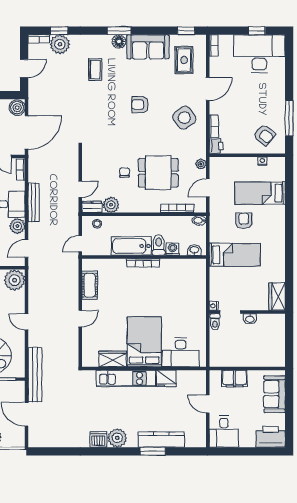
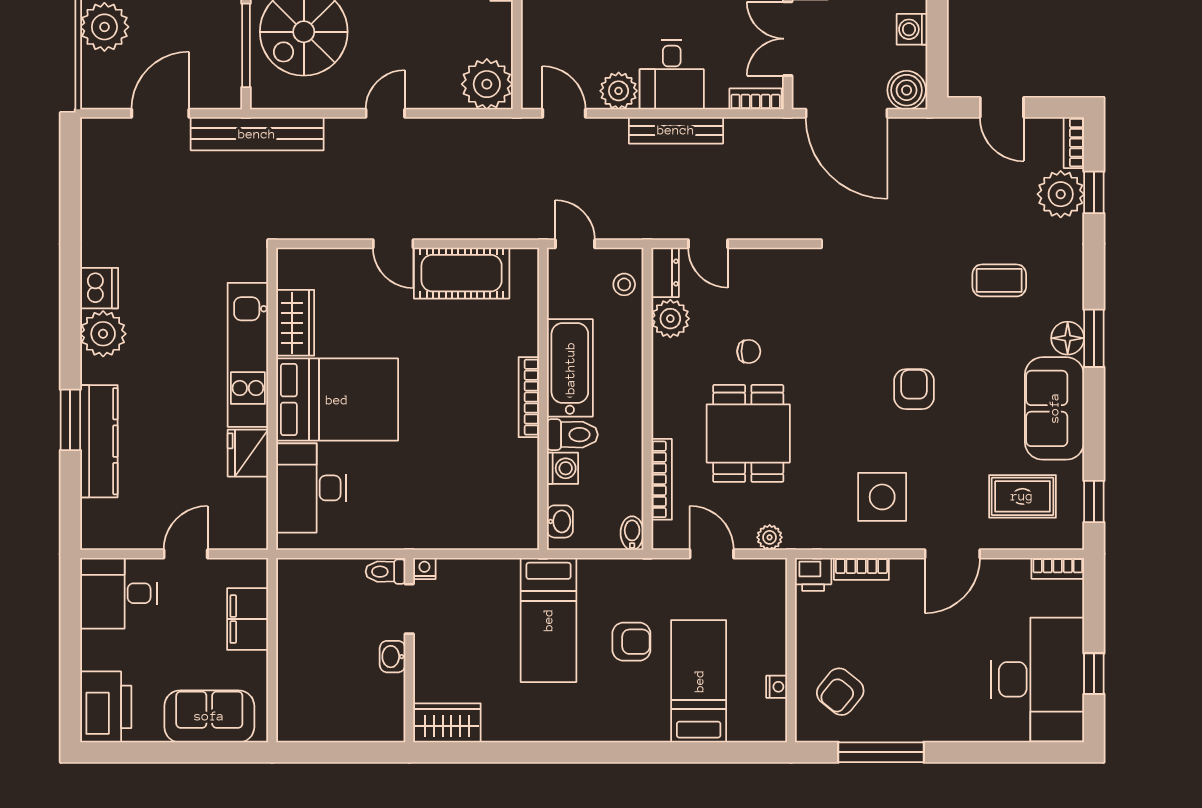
door: (208, 89) -> (952, 554), hinge flipped
side table: (184, 118) -> (882, 497), turned 36
cot: (90, 285) -> (462, 273), width x1.37, depth x1.34

